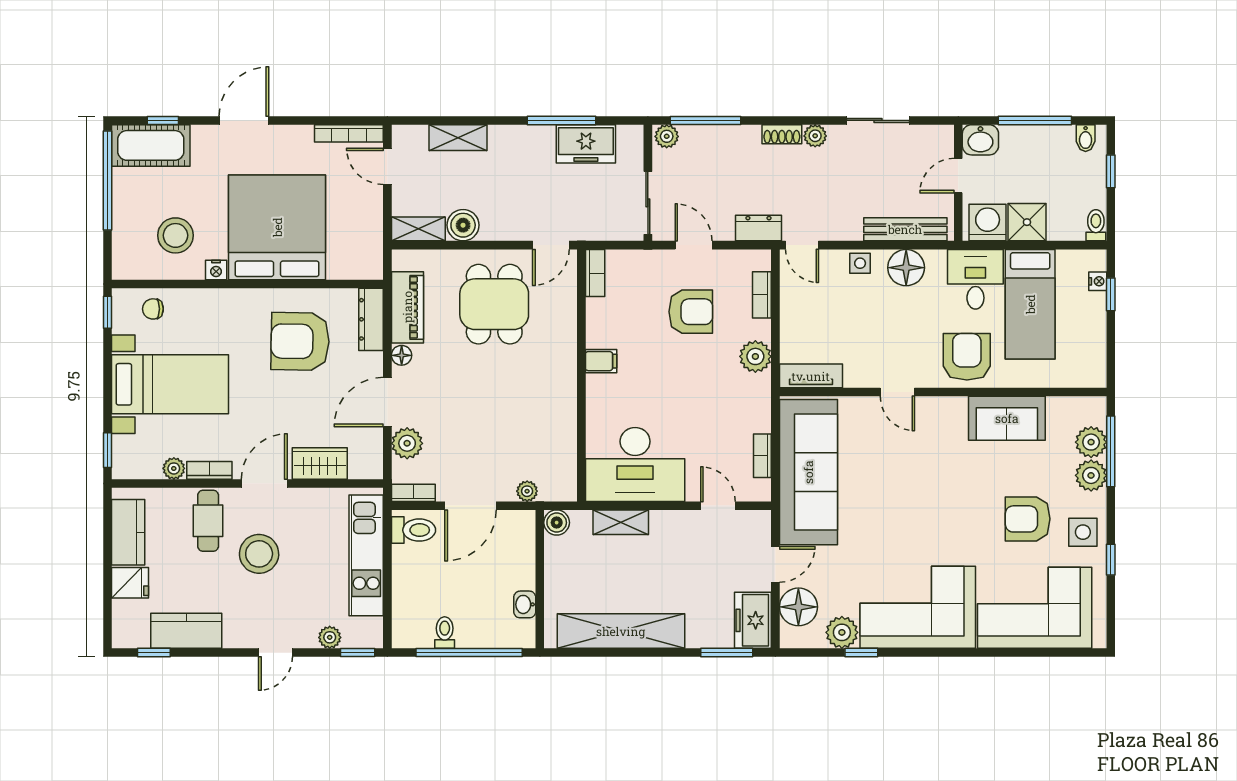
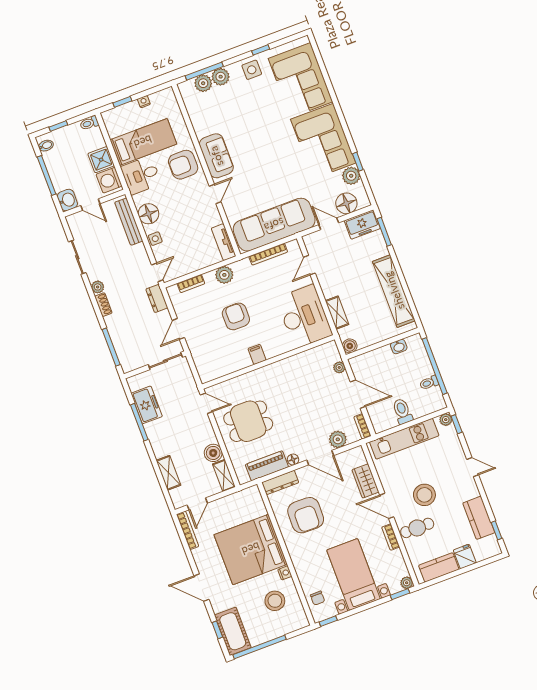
plant: (667, 136) -> (127, 364), removed
bookcase: (595, 273) -> (212, 375), removed
nightstand: (1098, 281) -> (144, 102), moved
armchair: (691, 312) -> (236, 316), moved
sofa: (1007, 418) -> (216, 156), moved
bookcase: (762, 456) -> (268, 254), width x1.56
plant: (174, 468) -> (407, 583), moved
armchair: (1028, 519) -> (256, 101), removed
toilet: (414, 530) -> (402, 411), moved
plant: (330, 637) -> (446, 420), moved

